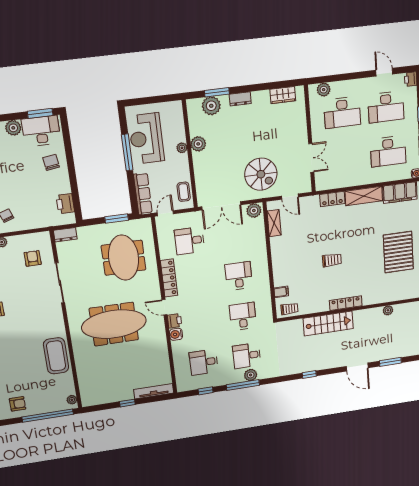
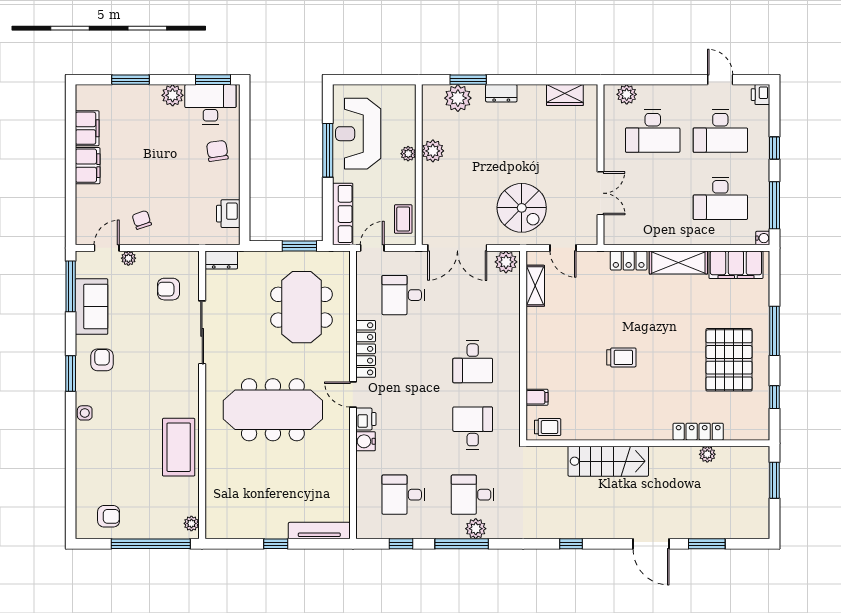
armchair: (33, 258) -> (169, 289), turned -90
desk: (239, 276) -> (473, 362), turned 180
locker: (346, 303) -> (698, 432), moved

